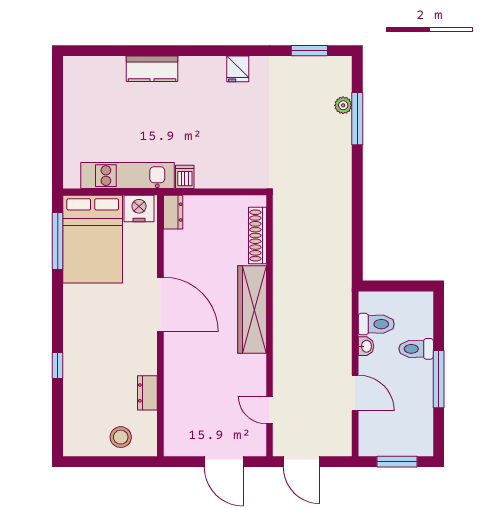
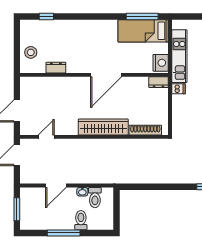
bed: (93, 239) -> (143, 31), width x0.67
window: (58, 366) -> (46, 17), moved

